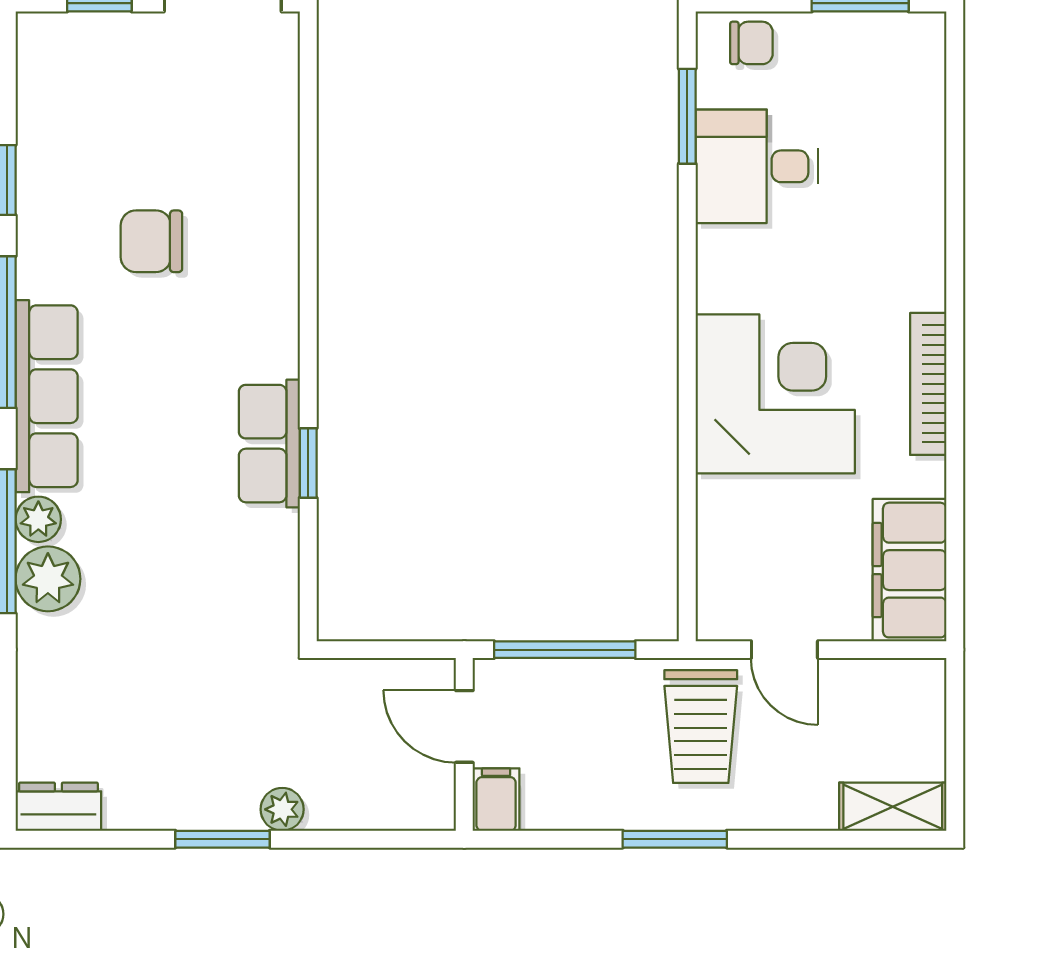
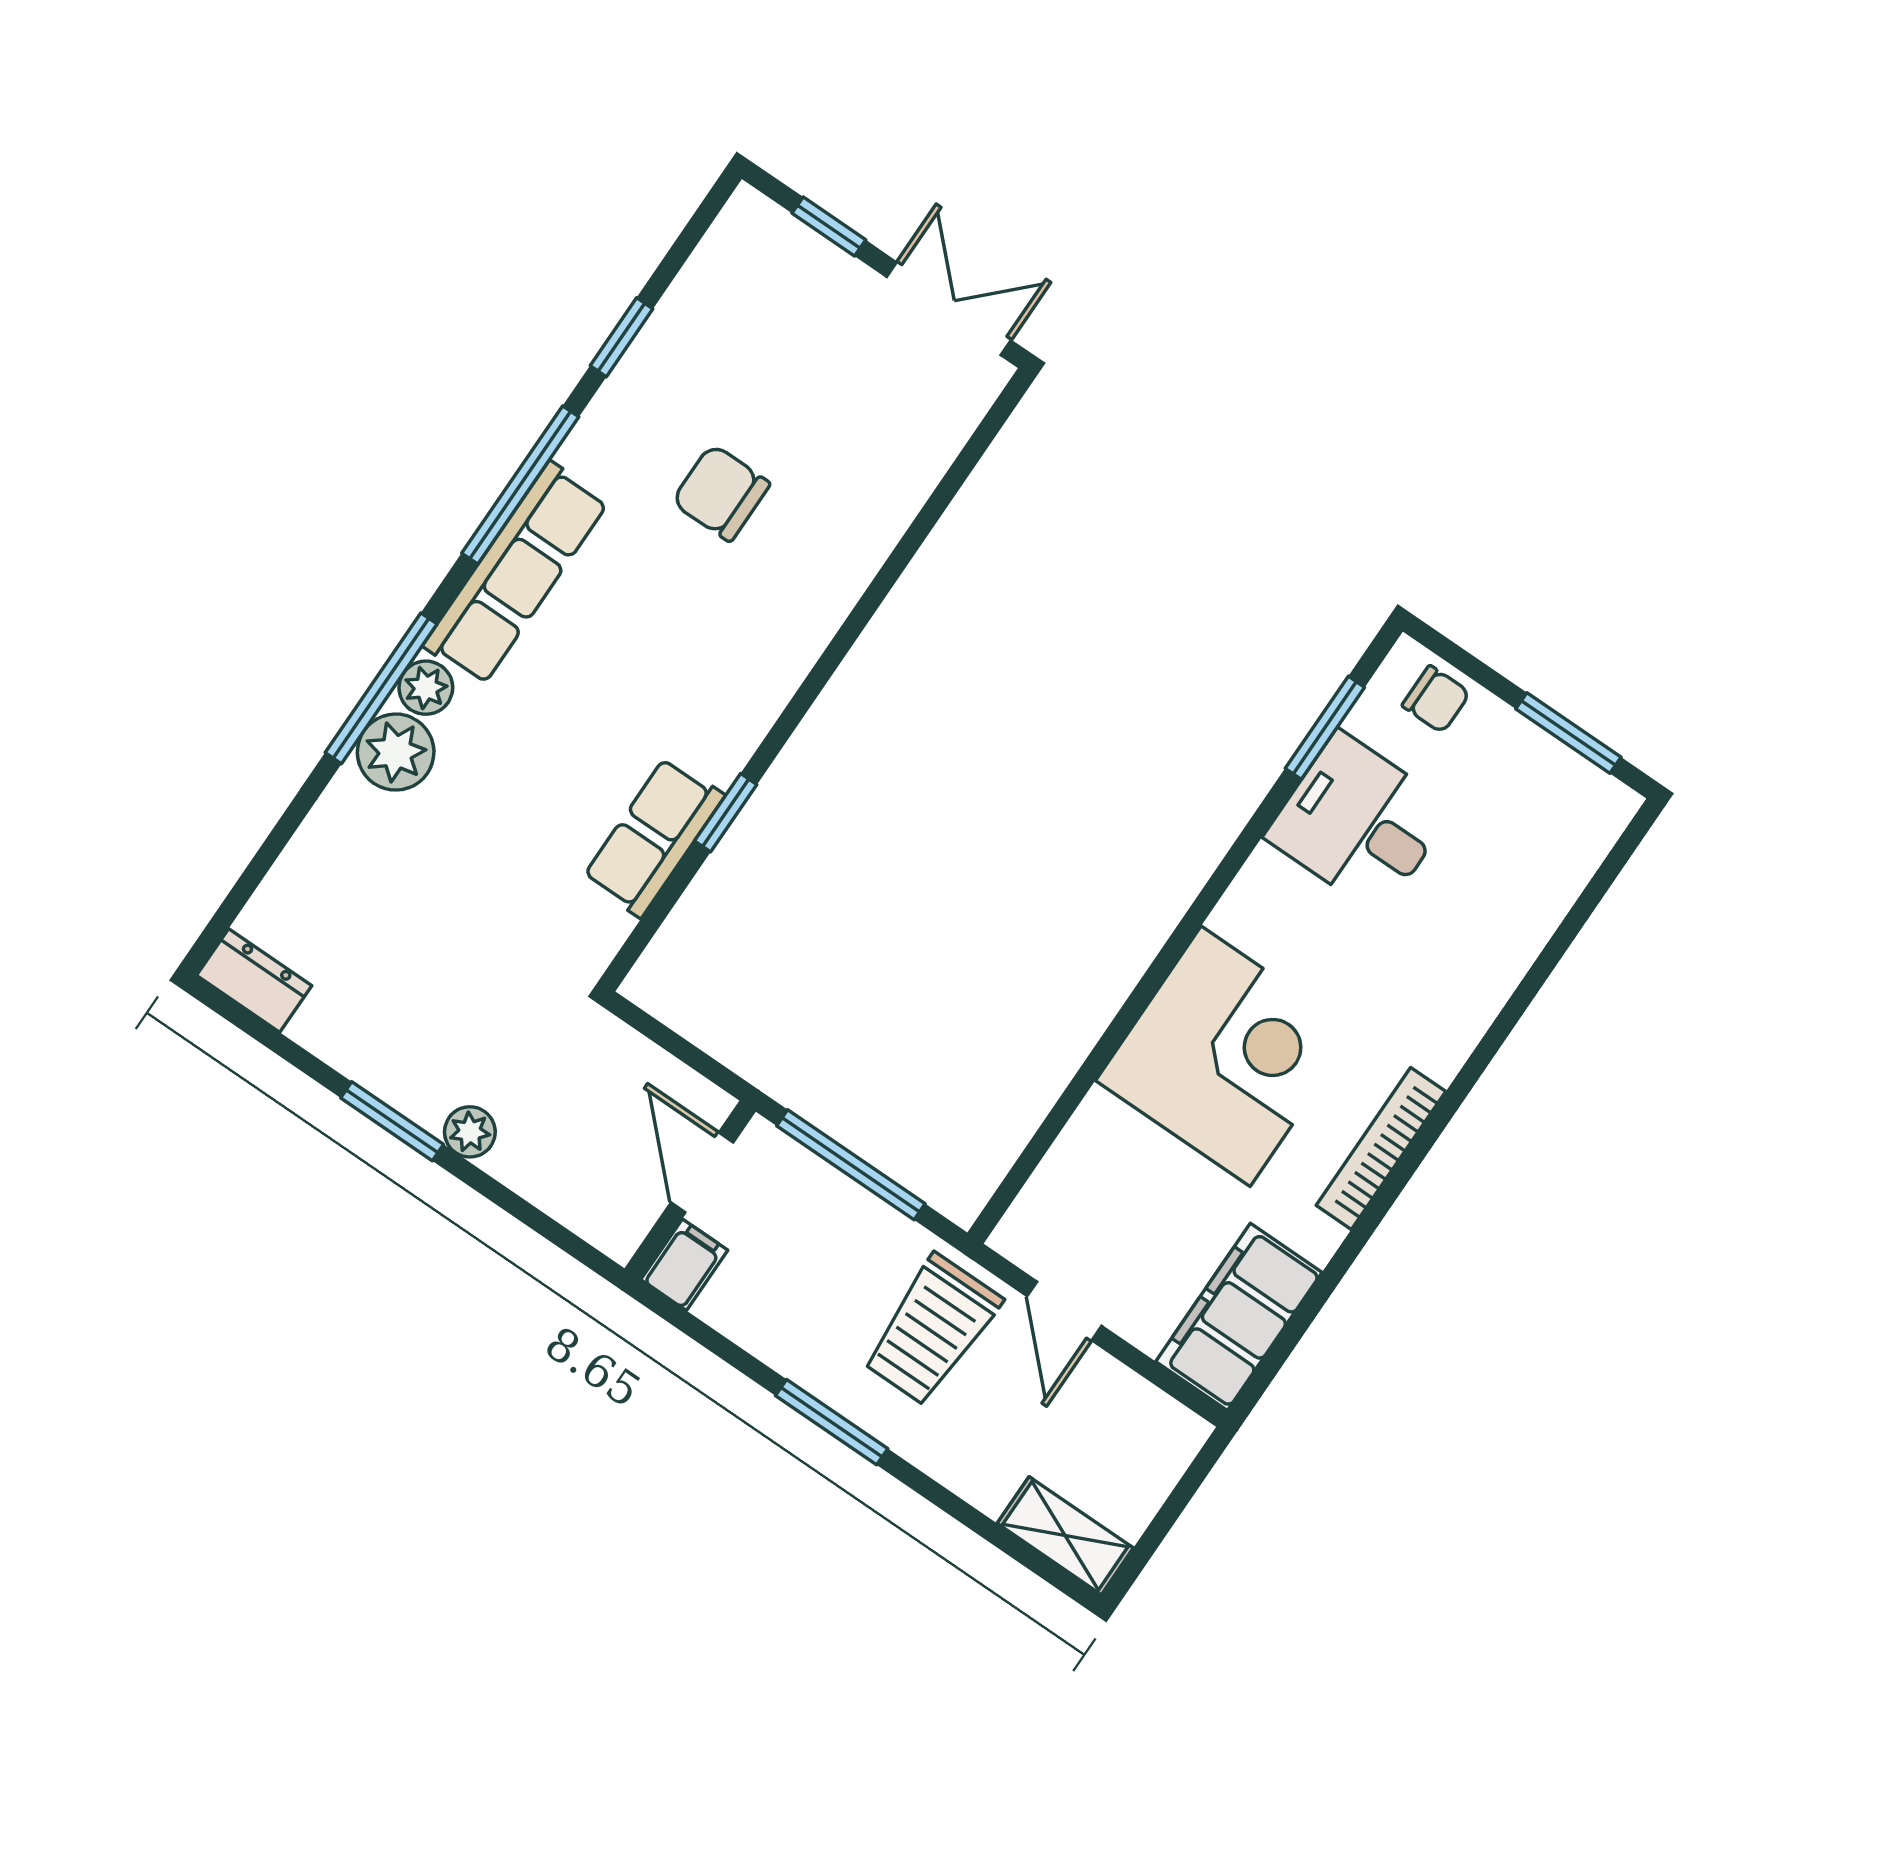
row of seats: (269, 444) -> (654, 837), moved

